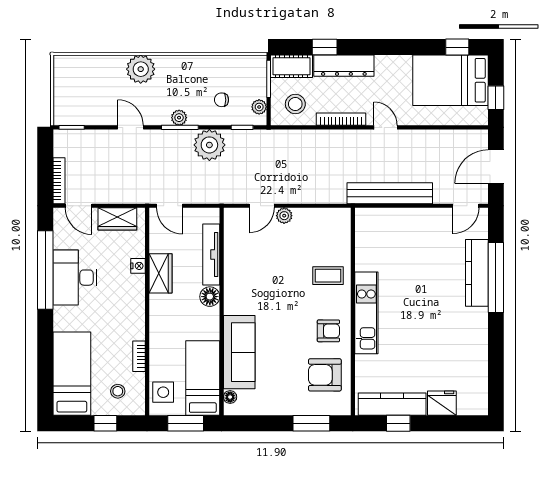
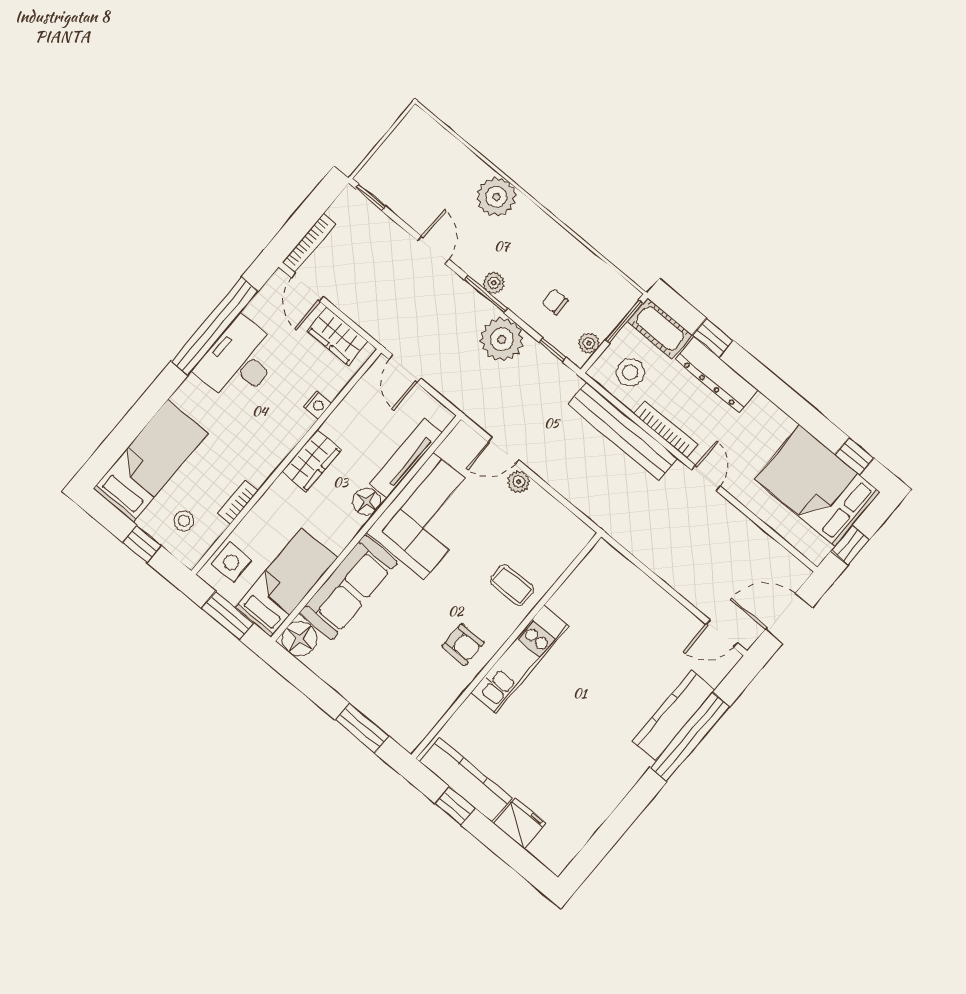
bench: (390, 193) -> (623, 431), moved
wardrobe: (160, 273) -> (311, 461), moved
corner sofa: (250, 276) -> (429, 516), added
armchair: (325, 375) -> (420, 688), removed
floor lamp: (230, 397) -> (300, 639), width x1.89, depth x1.89

